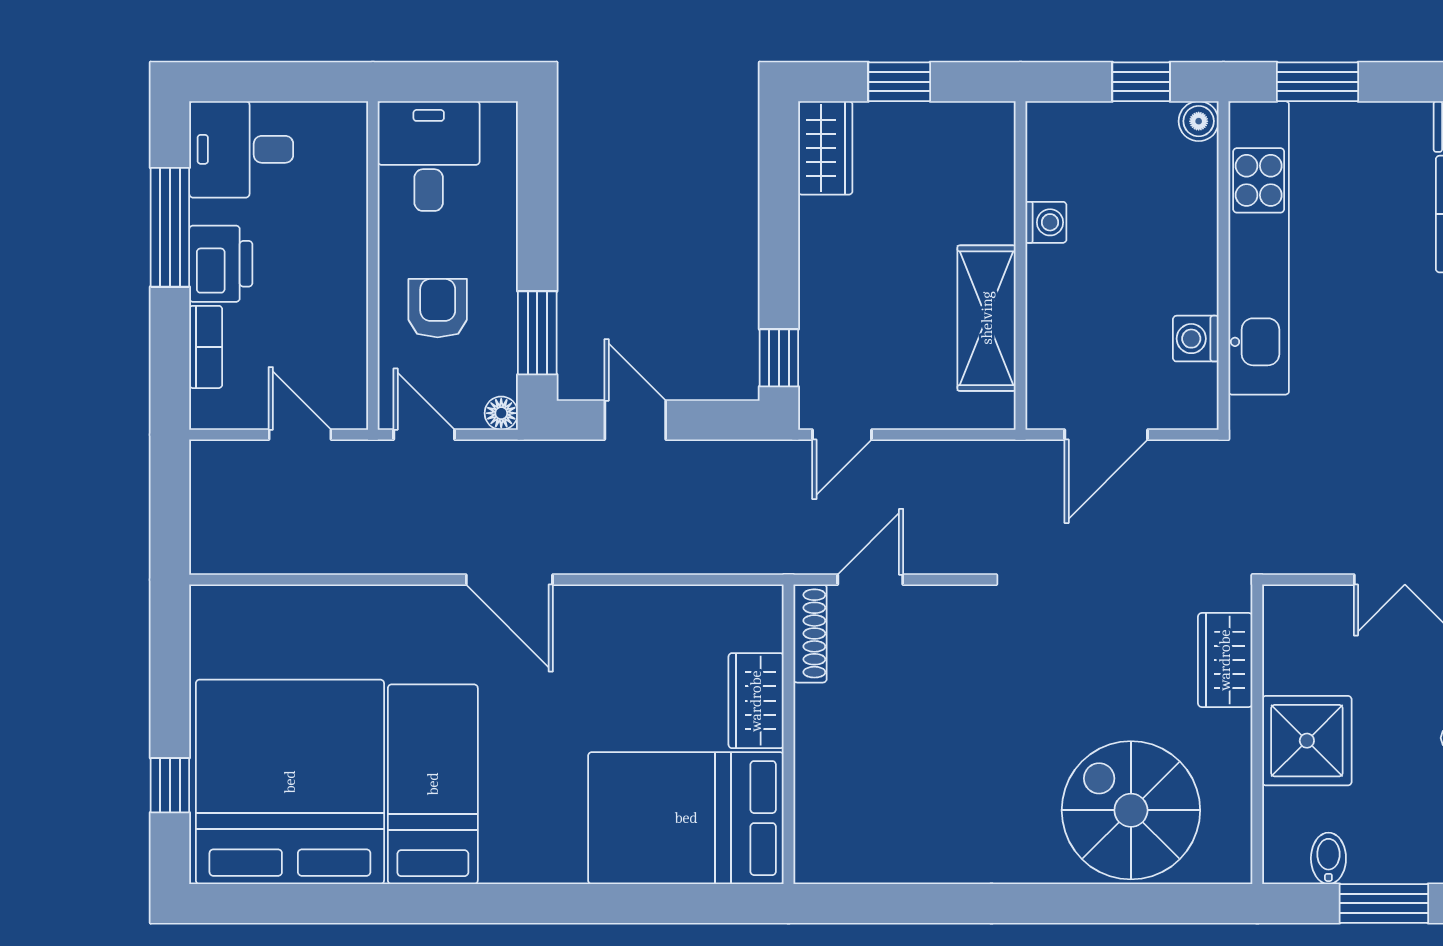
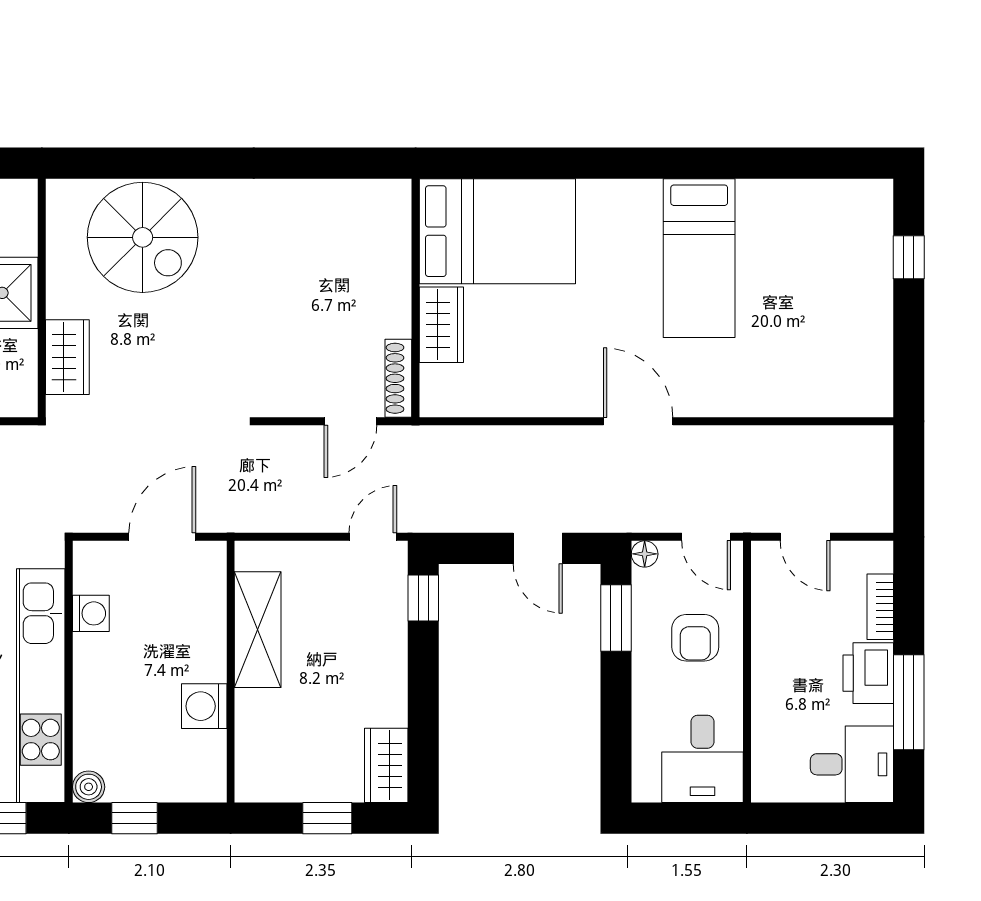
washing machine: (1046, 222) -> (204, 706), width x1.38, depth x1.38
bed: (290, 782) -> (813, 260), removed

